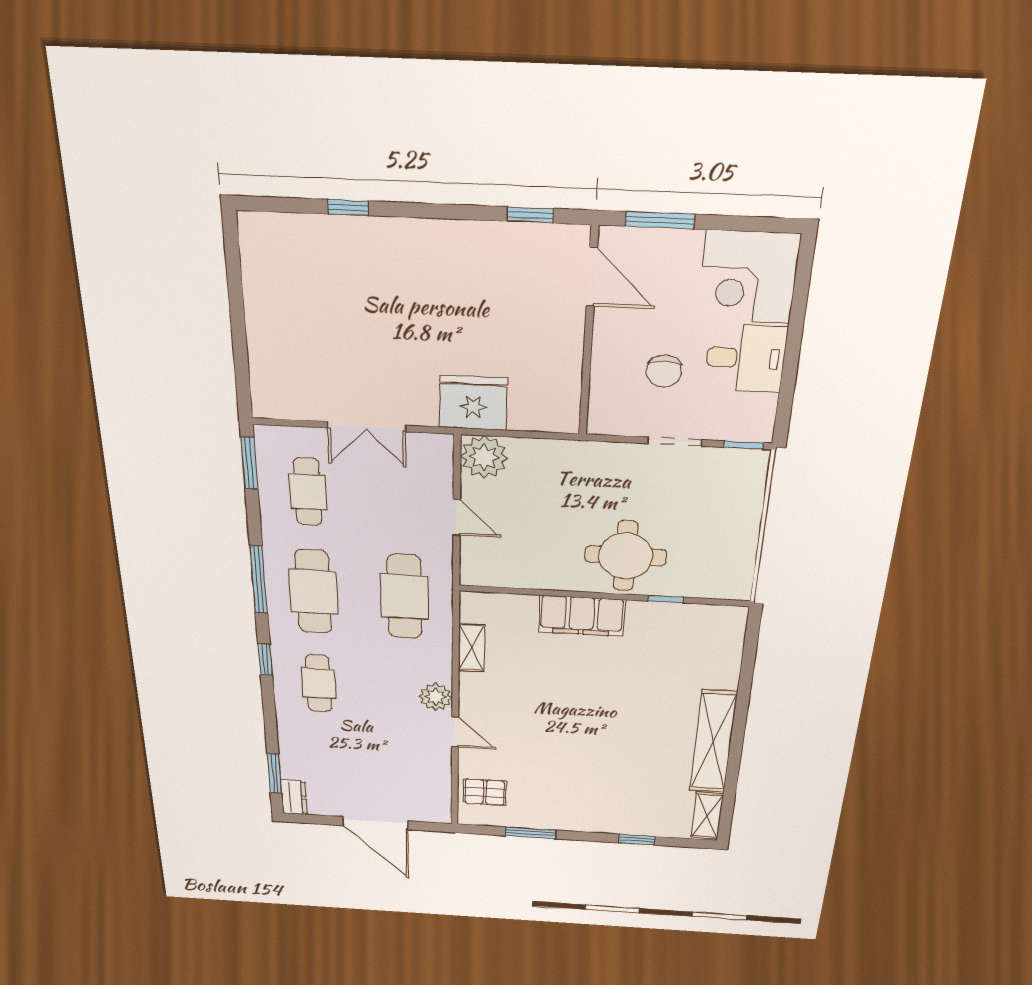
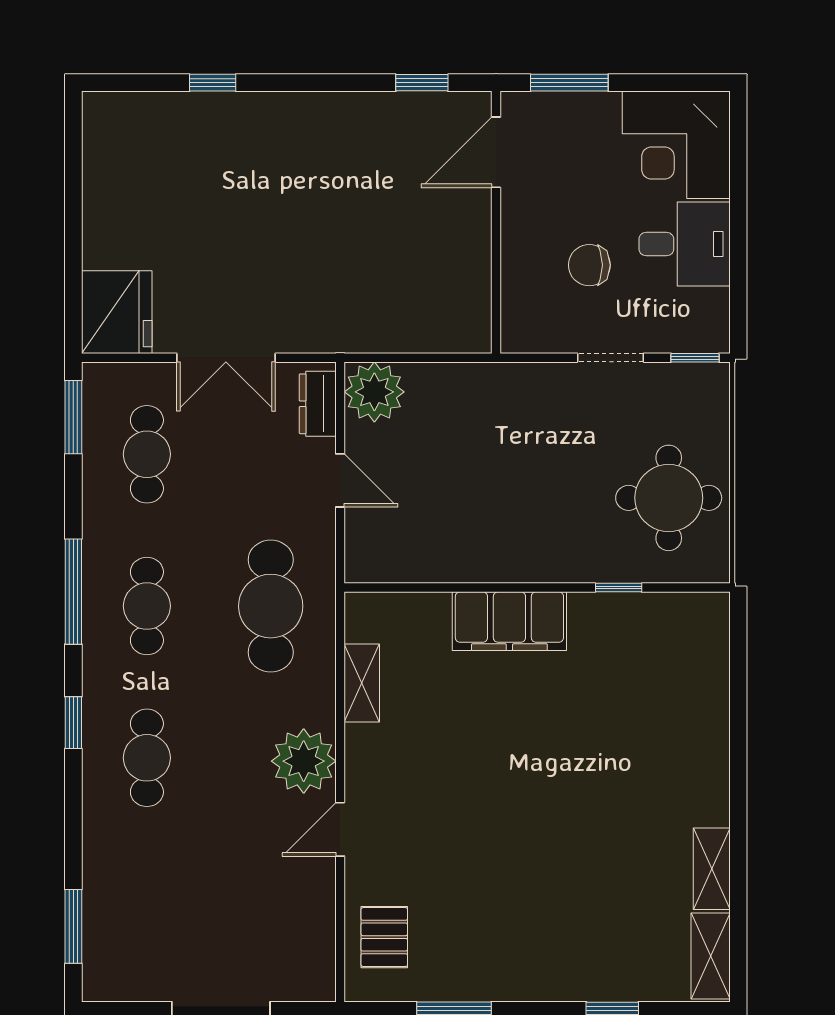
door: (592, 277) -> (496, 152), swing flipped
chair: (664, 371) -> (589, 265), turned 90
fridge: (473, 403) -> (117, 312), moved, turned 90
round table: (626, 556) -> (669, 498), moved
cafe table: (313, 592) -> (147, 606), width x0.73, depth x0.74
plant: (436, 697) -> (304, 761), width x1.36, depth x1.36
door: (455, 732) -> (340, 829), swing flipped
shelving: (713, 742) -> (712, 869), width x0.45, depth x0.75
pallet: (485, 792) -> (384, 937), turned 90
dresser: (294, 797) -> (318, 404), moved, turned 180

